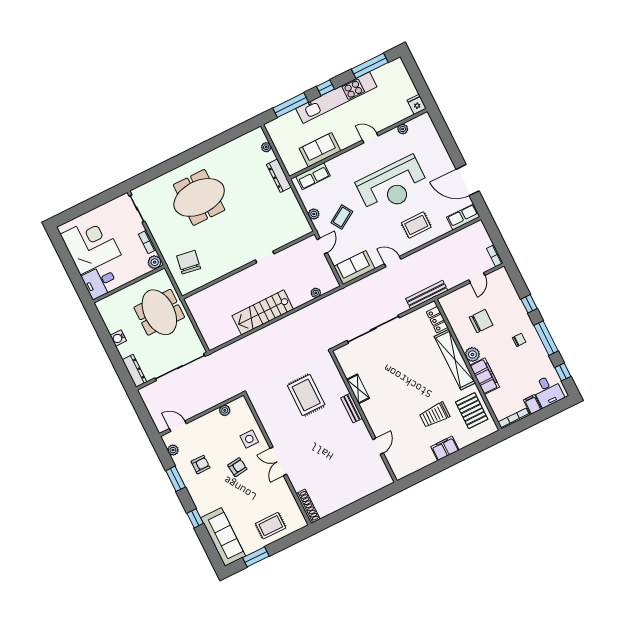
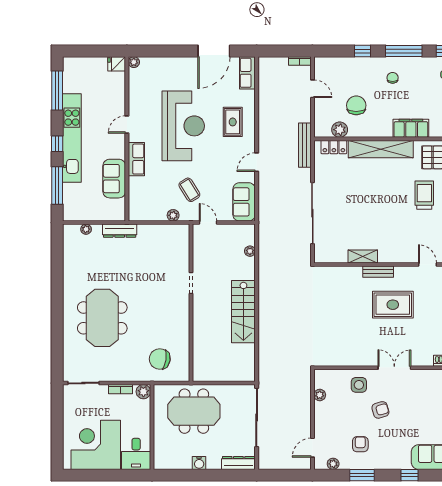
plant: (403, 129) -> (134, 62), moved
row of seats: (313, 176) -> (136, 159), moved
plant: (472, 354) -> (340, 130), moved
rug: (306, 395) -> (393, 305), moved
trolley: (435, 415) -> (424, 195), turned 180
double door: (278, 461) -> (394, 368), swing flipped
armchair: (237, 467) -> (380, 410), turned 81

